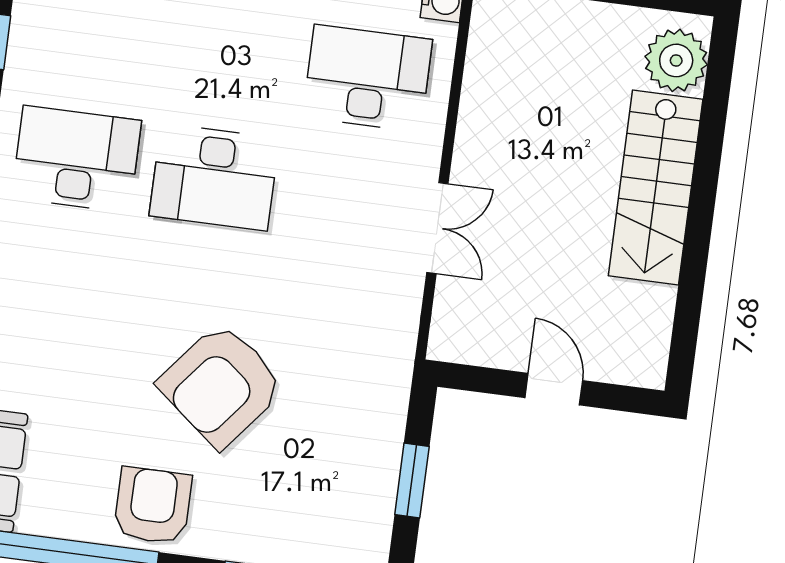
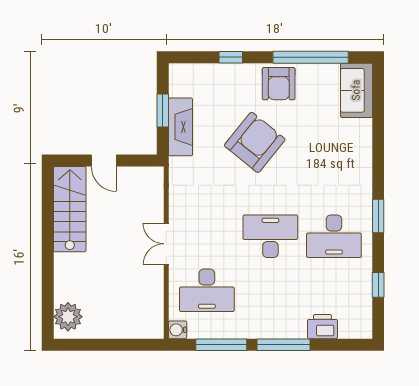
stairs: (656, 187) -> (70, 209), moved
double door: (437, 228) -> (166, 244), moved
fireplace: (378, 440) -> (180, 127), added

